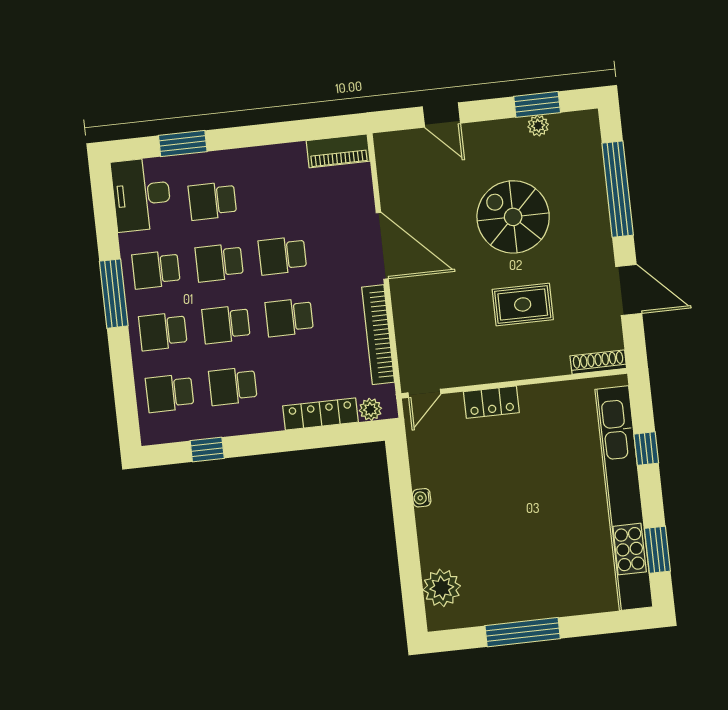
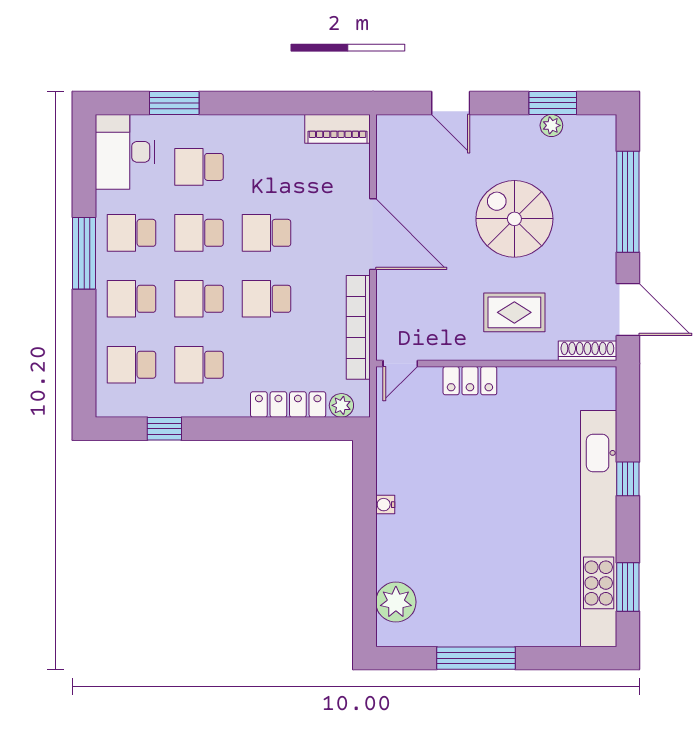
shoe rack: (598, 362) -> (587, 351), moved
wall: (514, 383) -> (496, 364), moved
door: (424, 393) -> (400, 364), moved
locker: (491, 402) -> (470, 381), moved

